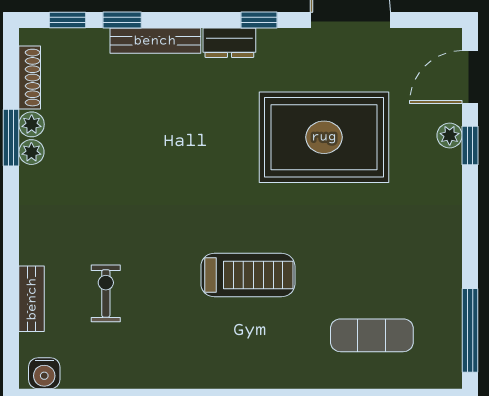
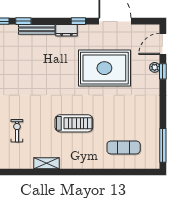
shelving: (180, 375) -> (47, 163), added

